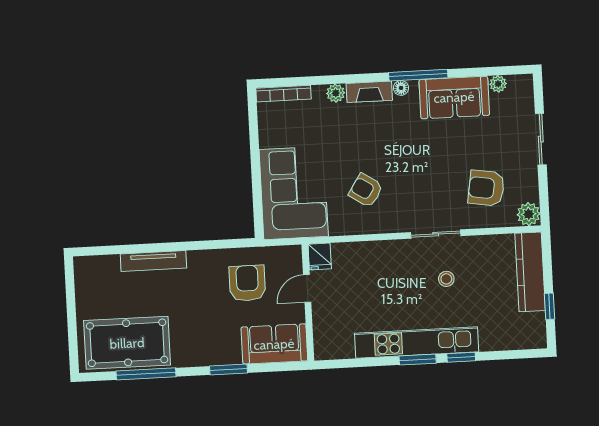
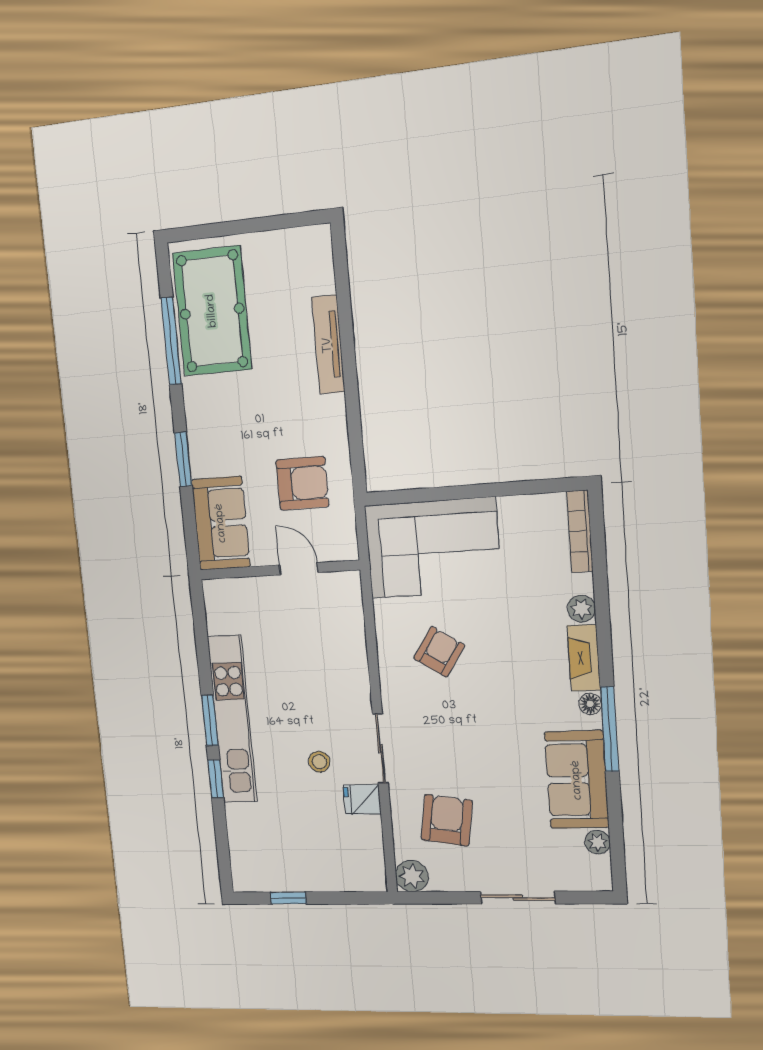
fridge: (320, 256) -> (362, 800), moved
kitchen counter: (530, 272) -> (333, 875), removed

